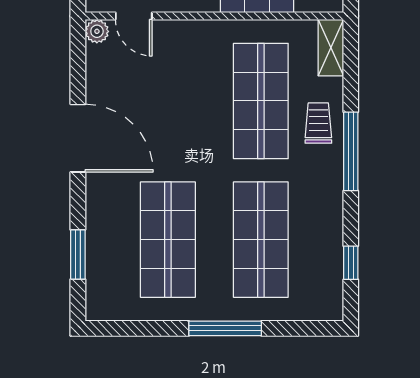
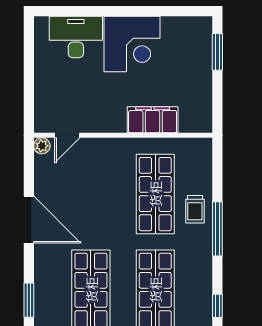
door: (134, 16) -> (67, 135), hinge flipped
shelving: (331, 48) -> (204, 157), removed
trolley: (318, 123) -> (195, 209), turned 180

